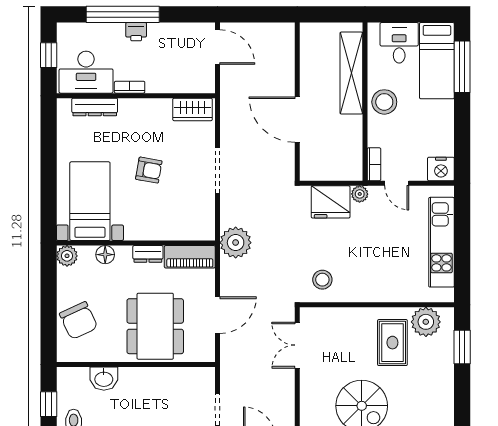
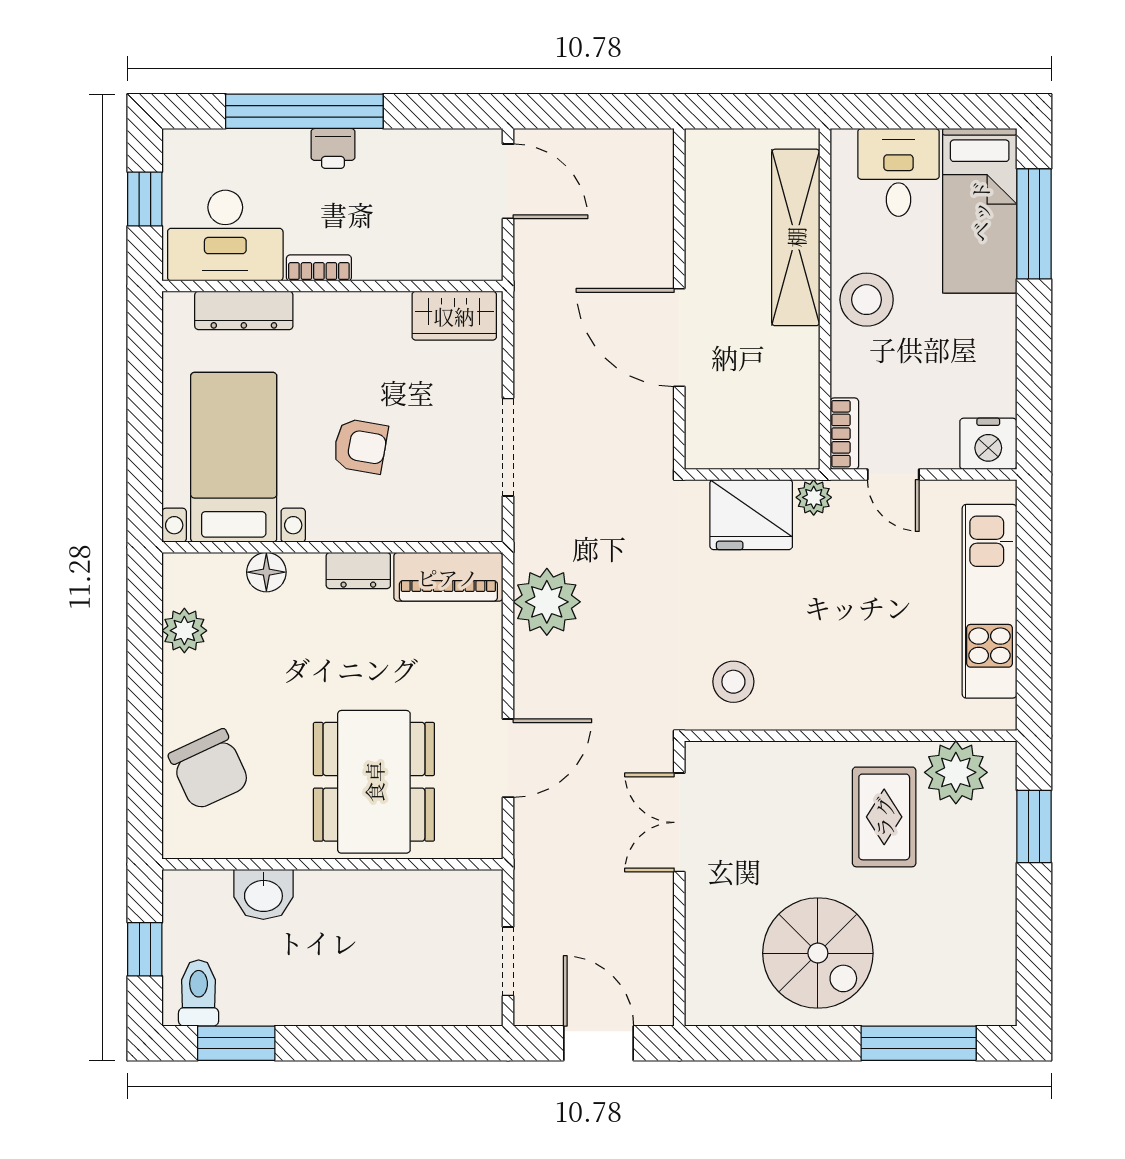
bed with nightstands: (90, 201) -> (234, 457), moved
wall: (136, 243) -> (332, 547), moved
dresser: (148, 254) -> (358, 571), moved
floor lamp: (105, 255) -> (266, 572), moved
piano: (190, 257) -> (448, 577), moved

